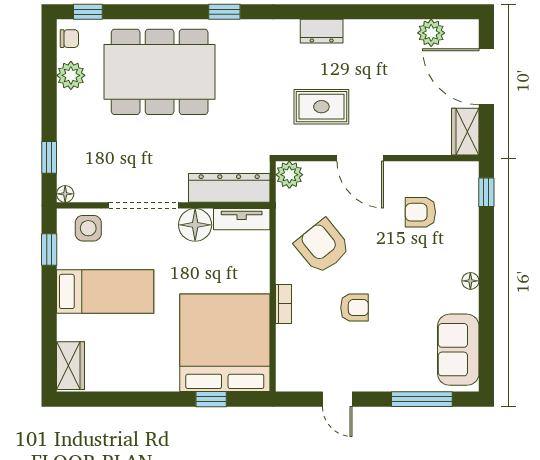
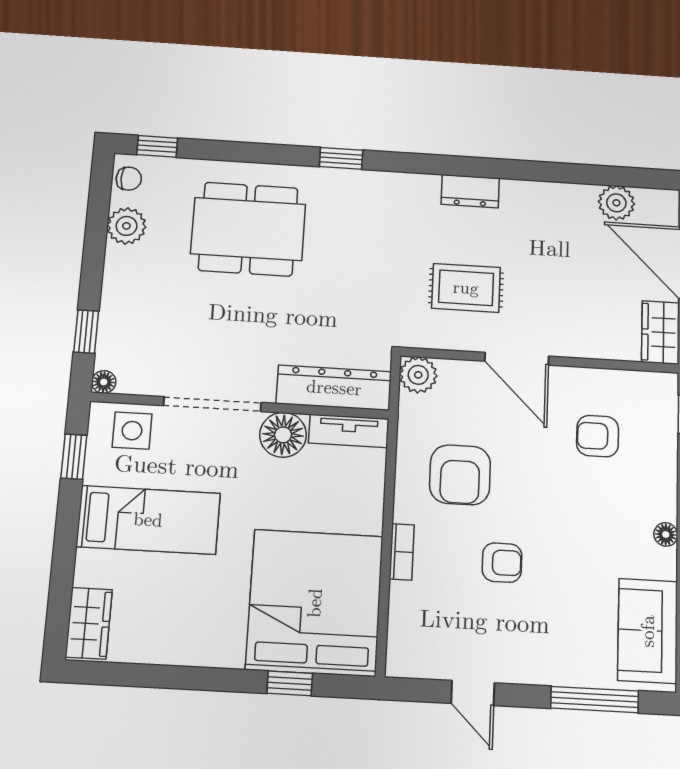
dining table: (160, 72) -> (248, 229), width x0.73, depth x0.80
armchair: (322, 246) -> (460, 475), turned -141

